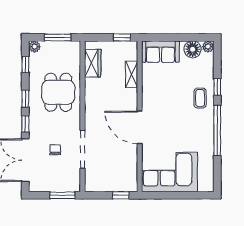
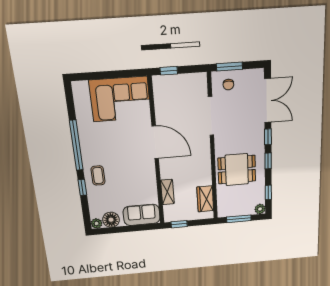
dining table: (58, 92) -> (237, 170), turned 90
chair: (55, 150) -> (228, 85), moved

